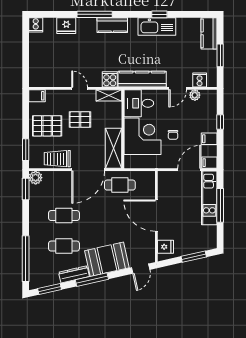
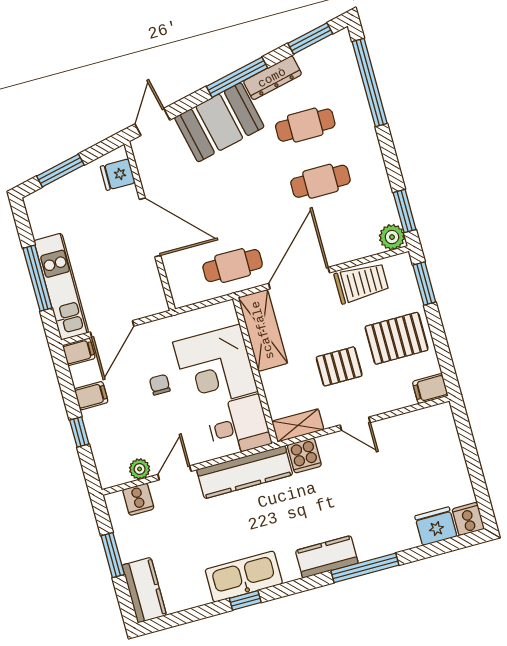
fridge: (66, 26) -> (436, 526), moved

